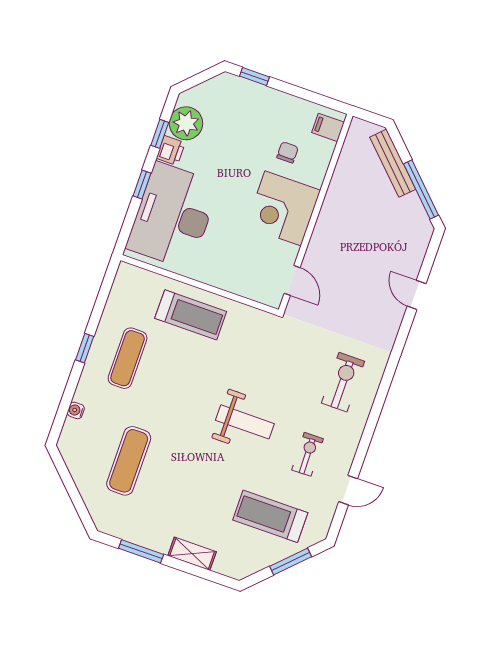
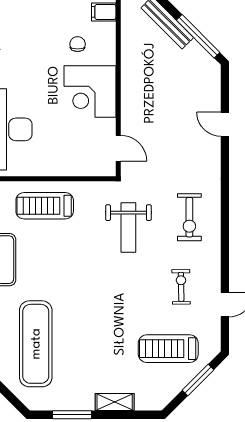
treadmill: (191, 315) -> (45, 206), turned 180
exercise bike: (343, 382) -> (189, 217), turned 180
weight bench: (245, 422) -> (128, 228), moved, turned 90
exercise mat: (129, 461) -> (36, 344), width x1.36, depth x1.45

